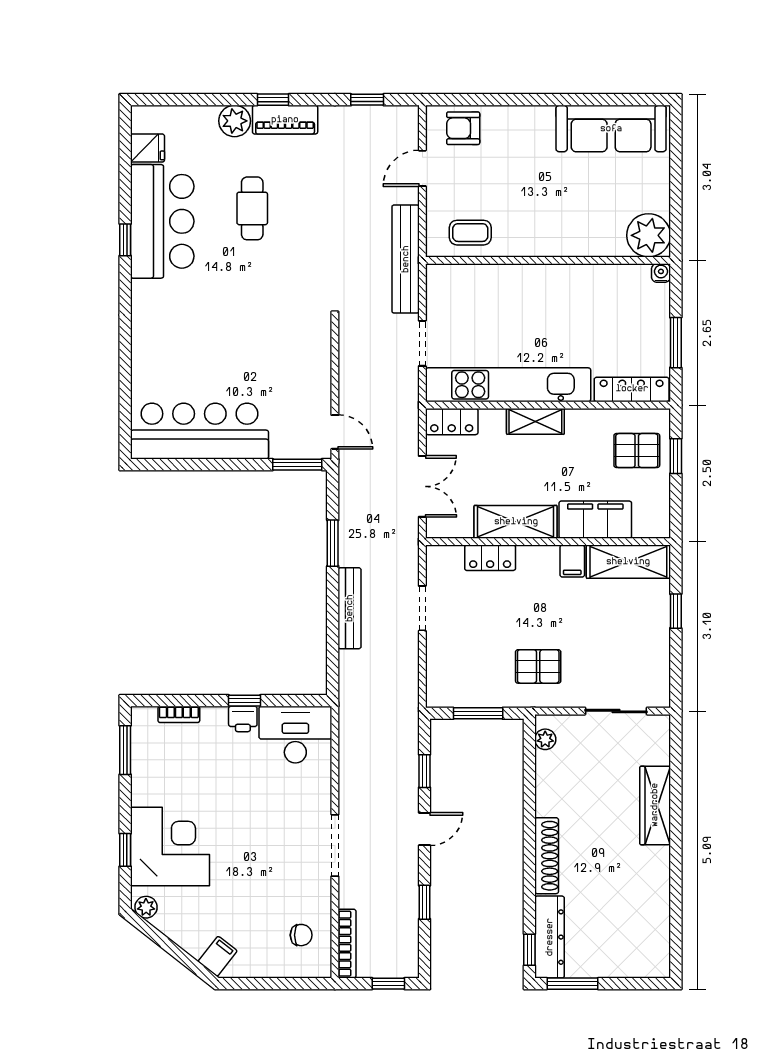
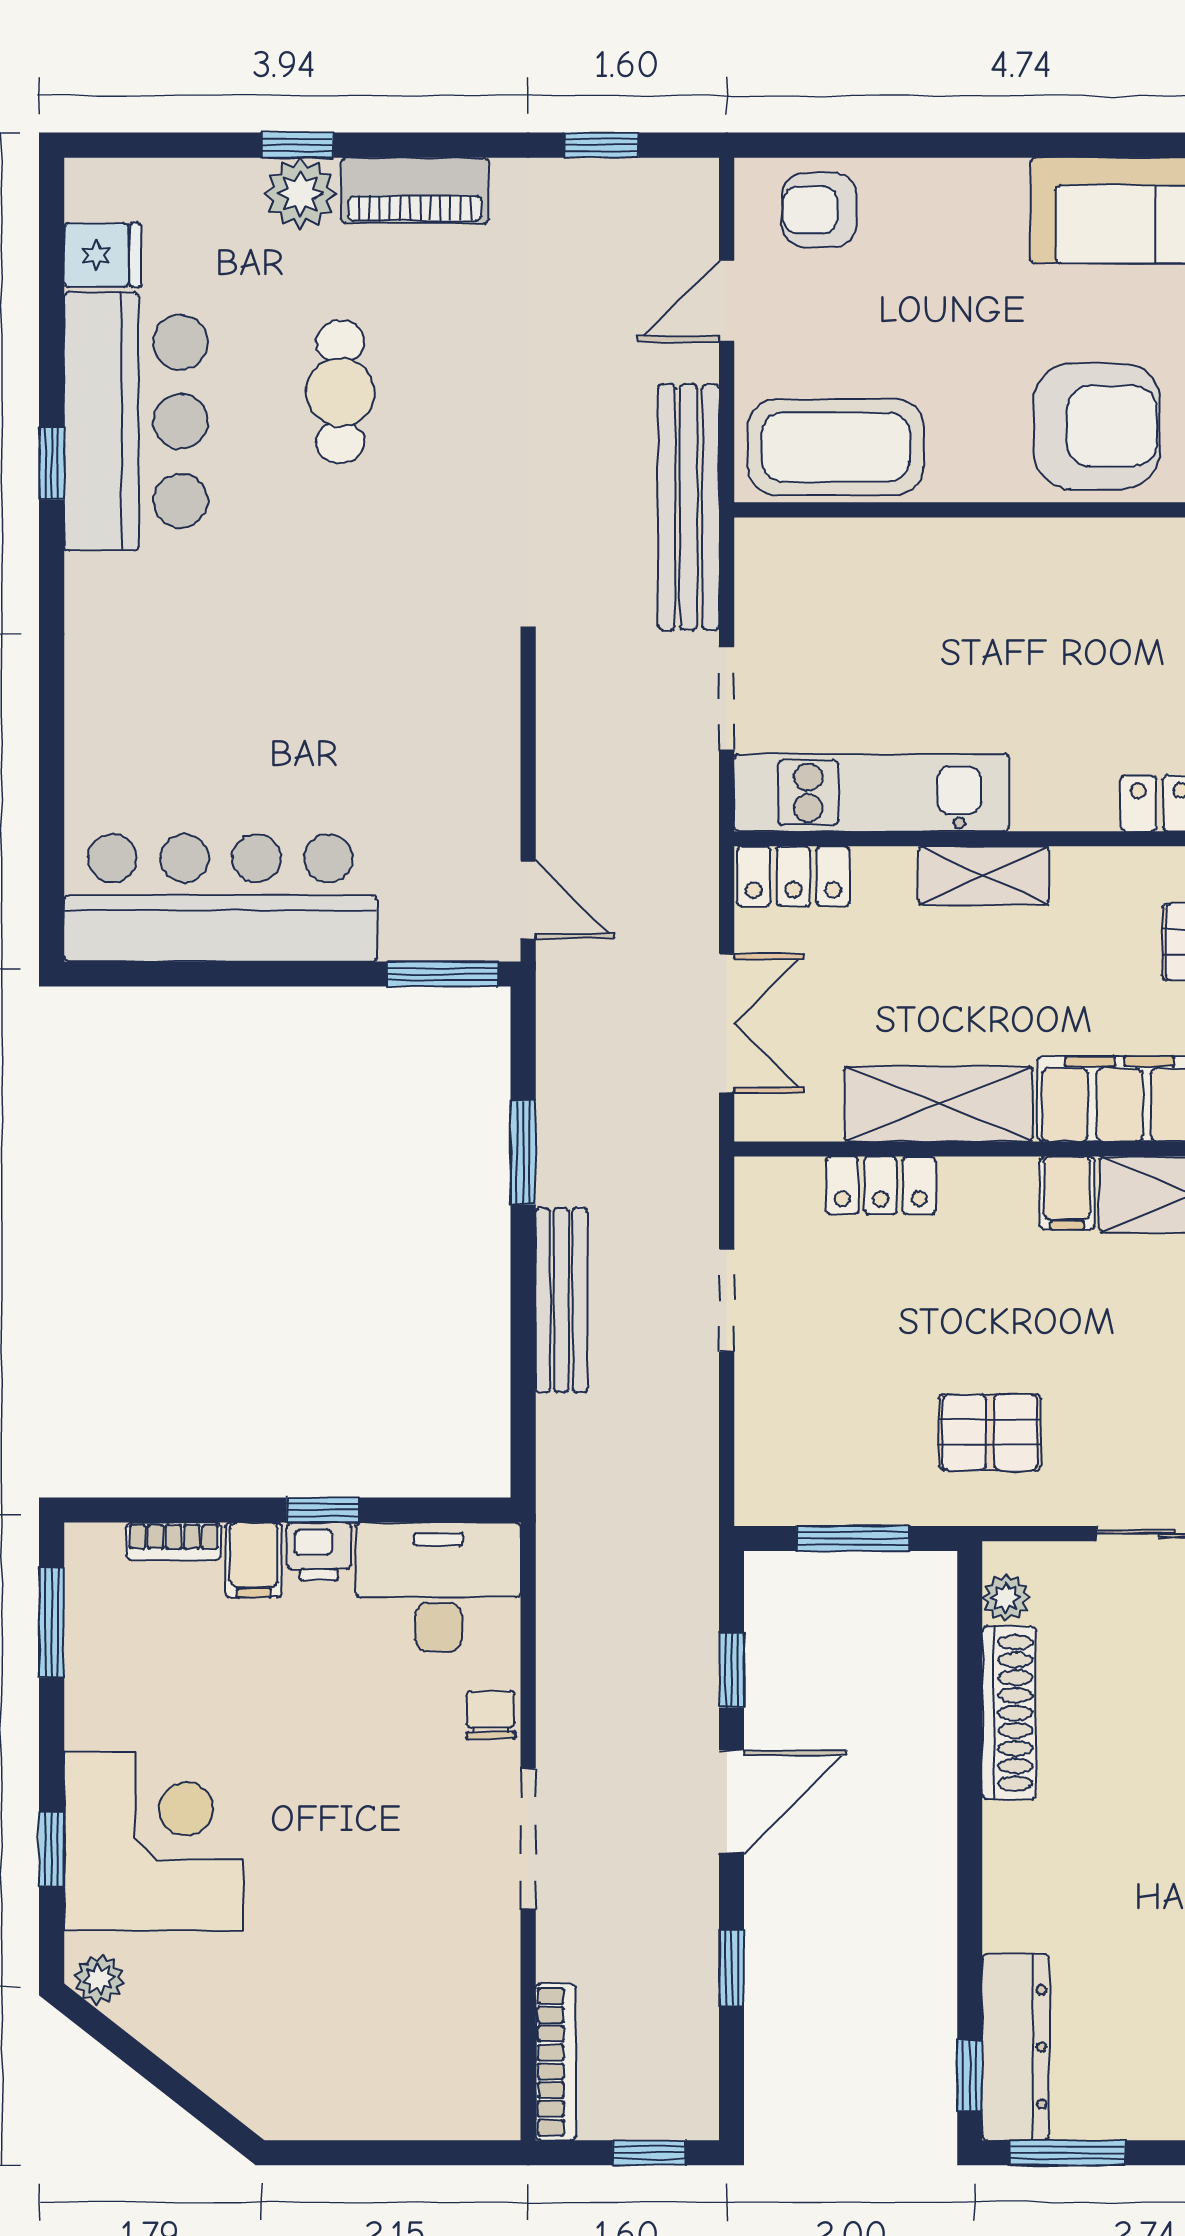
window: (273, 100) -> (297, 145), moved
armchair: (585, 223) -> (1097, 426), added
coffee table: (470, 233) -> (836, 447), width x1.86, depth x1.72
kitchen unit: (508, 385) -> (871, 793), width x0.73
door: (424, 829) -> (732, 1802), width x1.38
shoe rack: (547, 856) -> (1009, 1713), moved
chair: (301, 935) -> (491, 1715), moved, turned -90
filing cabinet: (218, 956) -> (254, 1560), moved, turned 142

